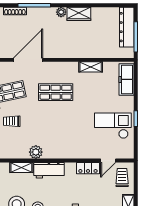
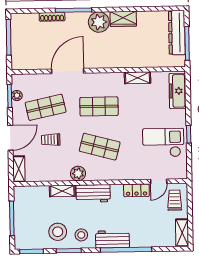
plant: (61, 12) -> (99, 22), width x1.88, depth x1.88
shop shelf: (56, 128) -> (100, 147), added

